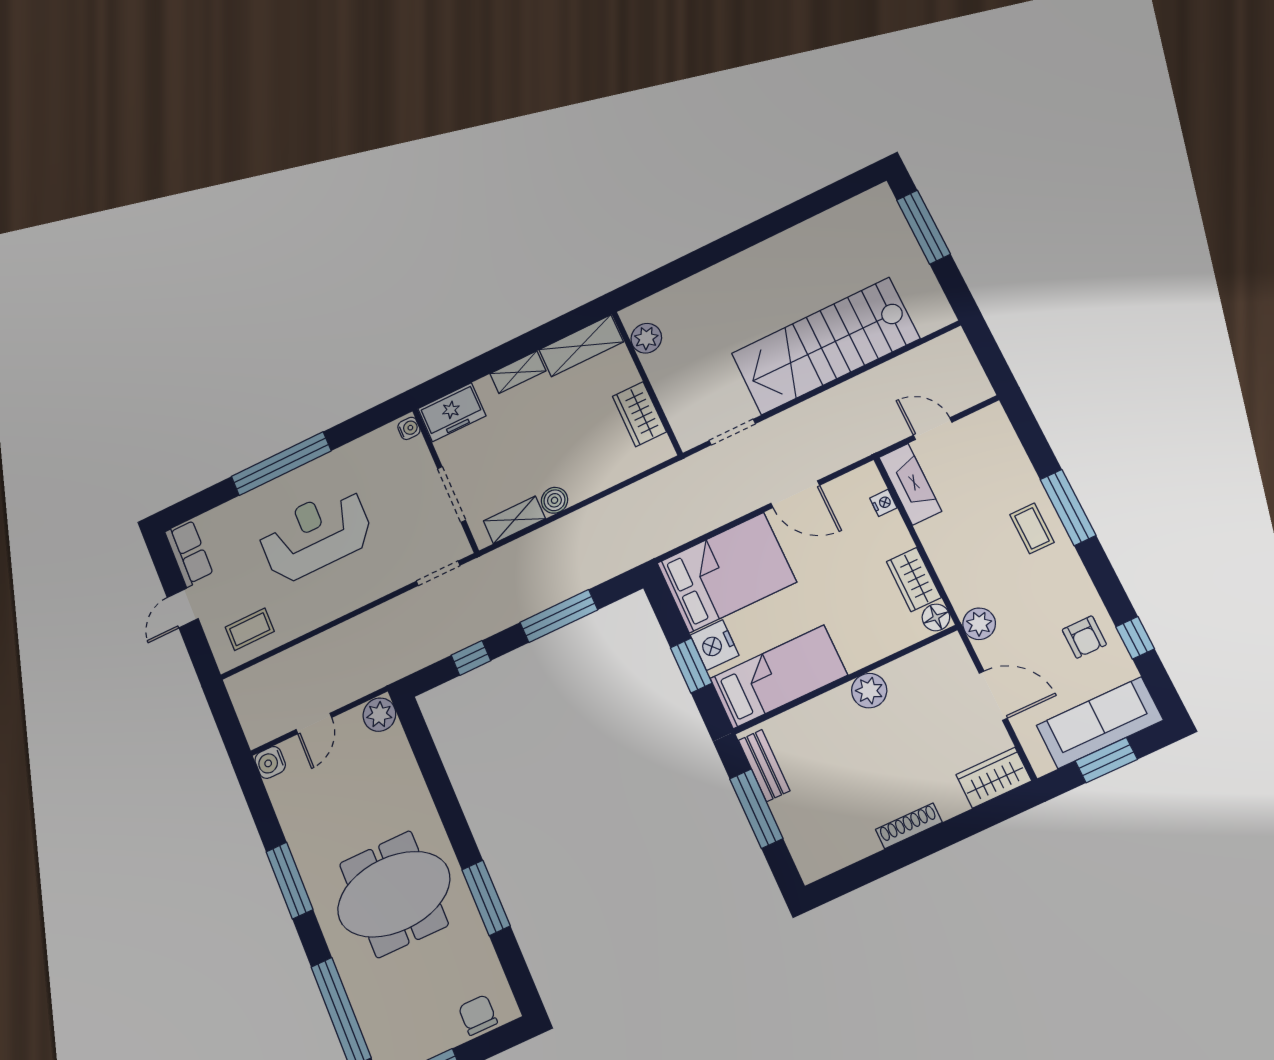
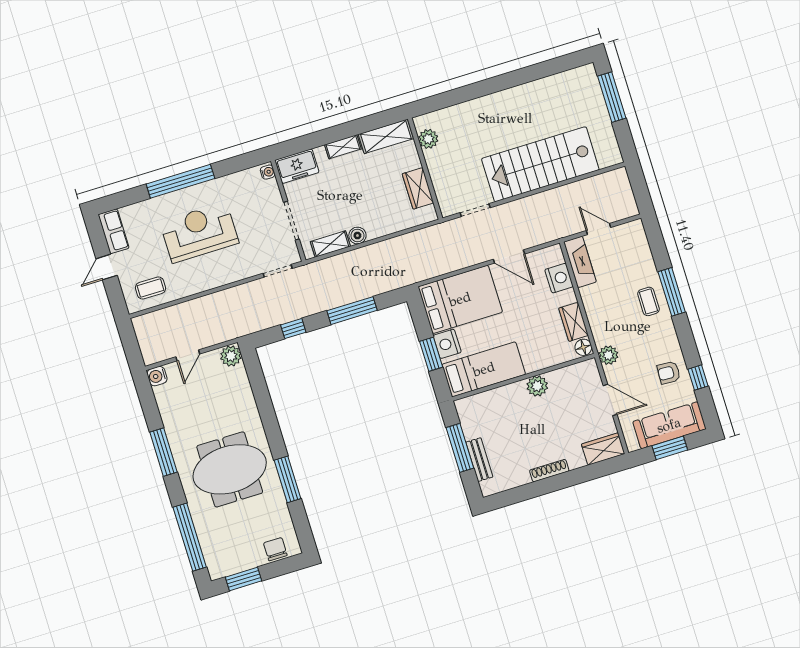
nightstand: (883, 503) -> (559, 278), width x1.89, depth x1.79
armchair: (1084, 637) -> (669, 373), turned 93
bench: (764, 766) -> (479, 460), moved

